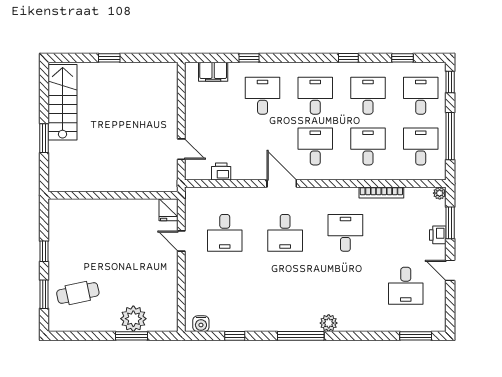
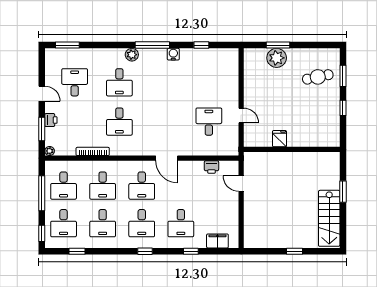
window: (348, 58) -> (145, 251), moved
fridge: (169, 210) -> (279, 139), moved
desk: (285, 233) -> (119, 82), moved, turned 180
water cooler: (201, 324) -> (173, 54), moved

